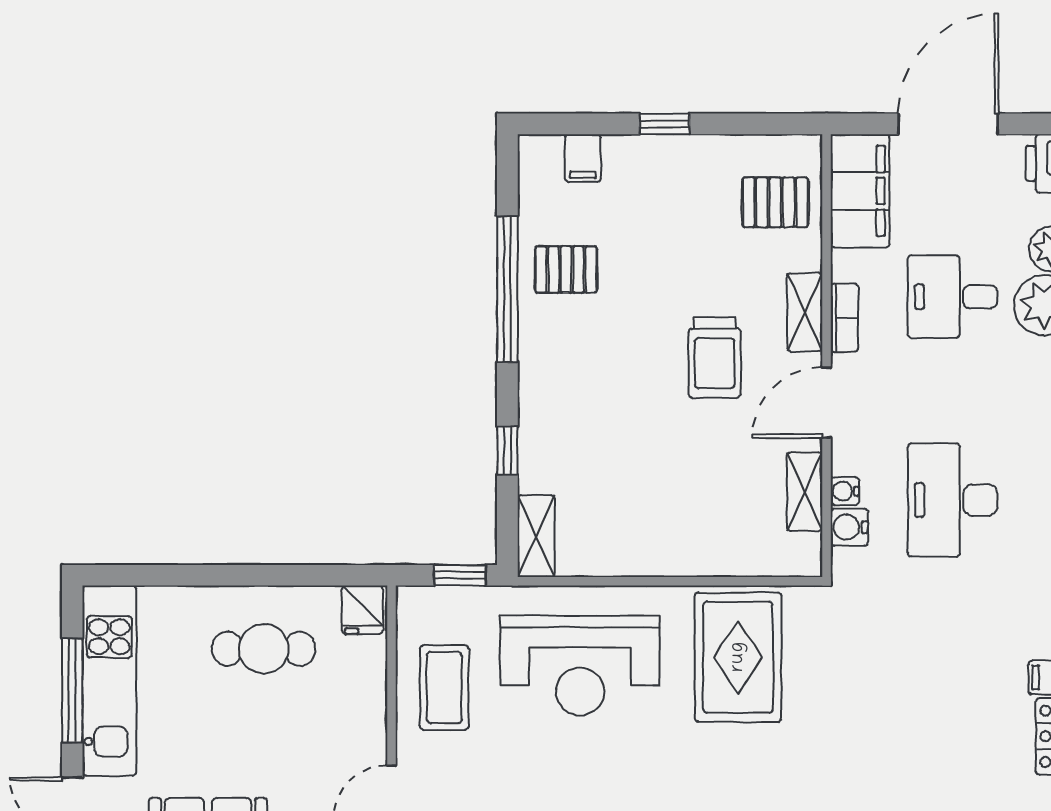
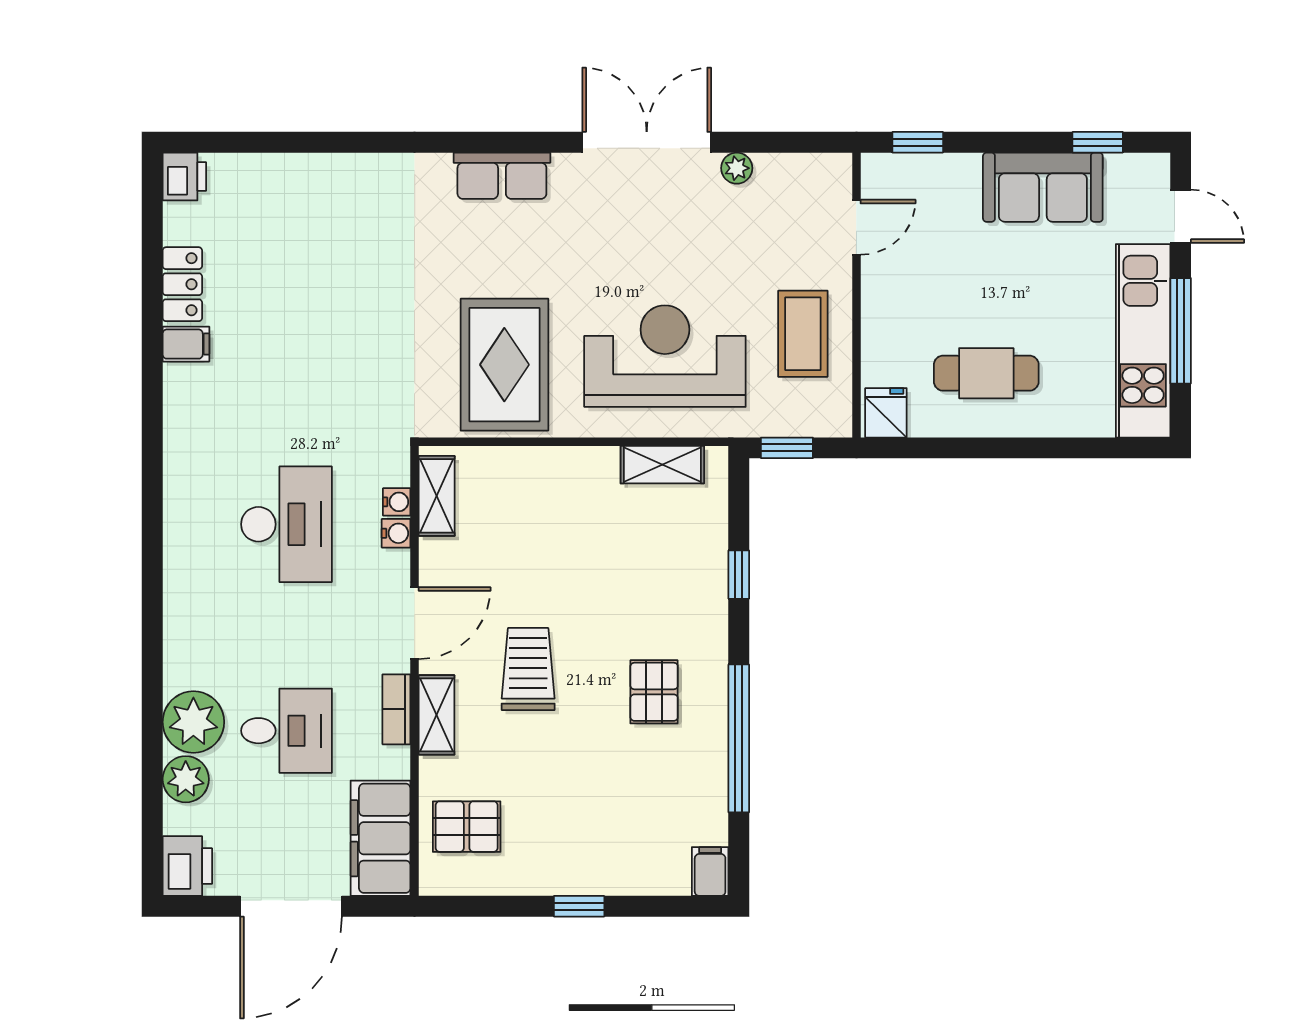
filing cabinet: (583, 158) -> (710, 872), moved
pallet: (566, 269) -> (654, 692), moved, turned 90
shelving: (805, 492) -> (437, 496), moved
water cooler: (849, 527) -> (397, 502), width x0.72, depth x0.72
shelving: (536, 536) -> (662, 465), moved, turned 90

